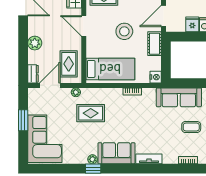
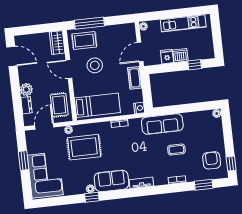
stool: (124, 31) -> (95, 65), moved
dresser: (33, 74) -> (26, 105), moved
rug: (91, 113) -> (84, 147), width x1.36, depth x1.43

